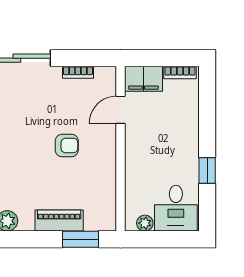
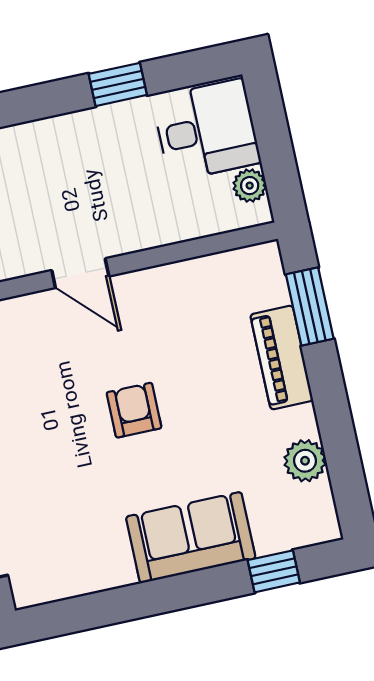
door: (121, 110) -> (80, 273), moved
armchair: (67, 145) -> (134, 410), moved

